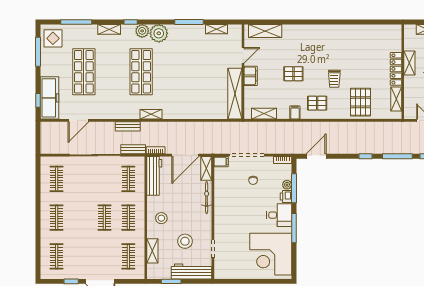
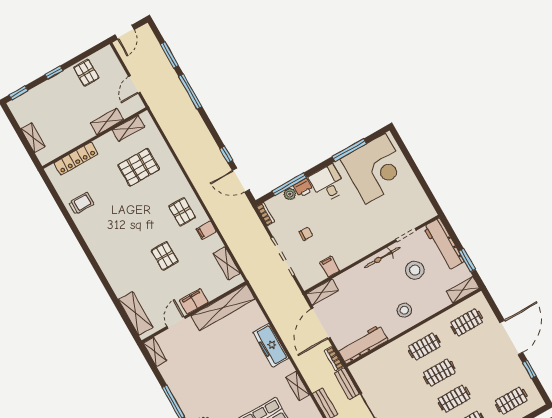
shelving: (216, 29) -> (155, 352), moved
door: (243, 55) -> (176, 322), hinge flipped
shelving: (409, 63) -> (107, 121), moved
locker: (396, 69) -> (76, 159), moved
trolley: (334, 79) -> (81, 203), moved
pallet: (360, 102) -> (139, 167), moved
freezer: (190, 112) -> (271, 345), added
door: (185, 155) -> (321, 323), swing flipped
window: (365, 156) -> (226, 154), moved
filing cabinet: (221, 162) -> (330, 266), moved
clothes rail: (128, 179) -> (454, 399), moved
bicycle: (207, 198) -> (382, 258), moved
window: (294, 228) -> (349, 150), moved
shelving: (152, 251) -> (463, 290), moved

